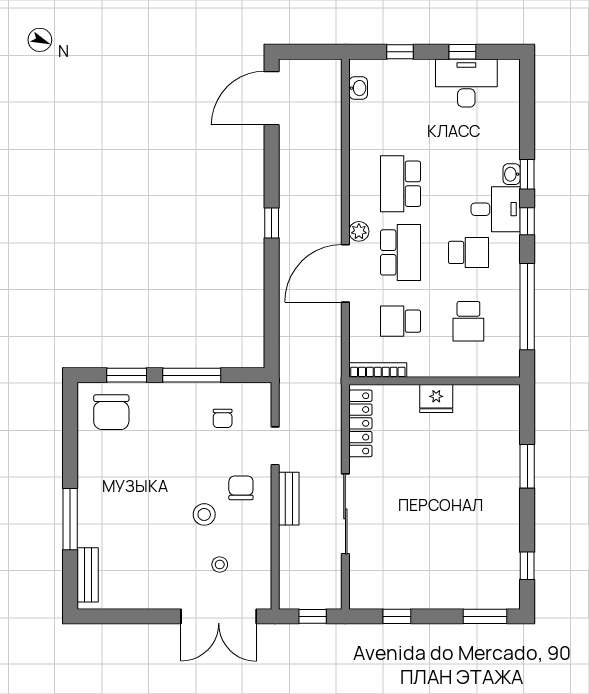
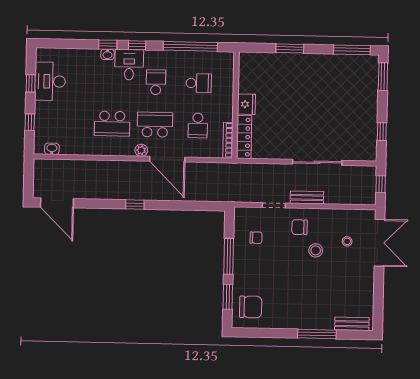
locker: (360, 423) -> (244, 137), moved, turned 90
window: (527, 566) -> (352, 50), width x2.17

